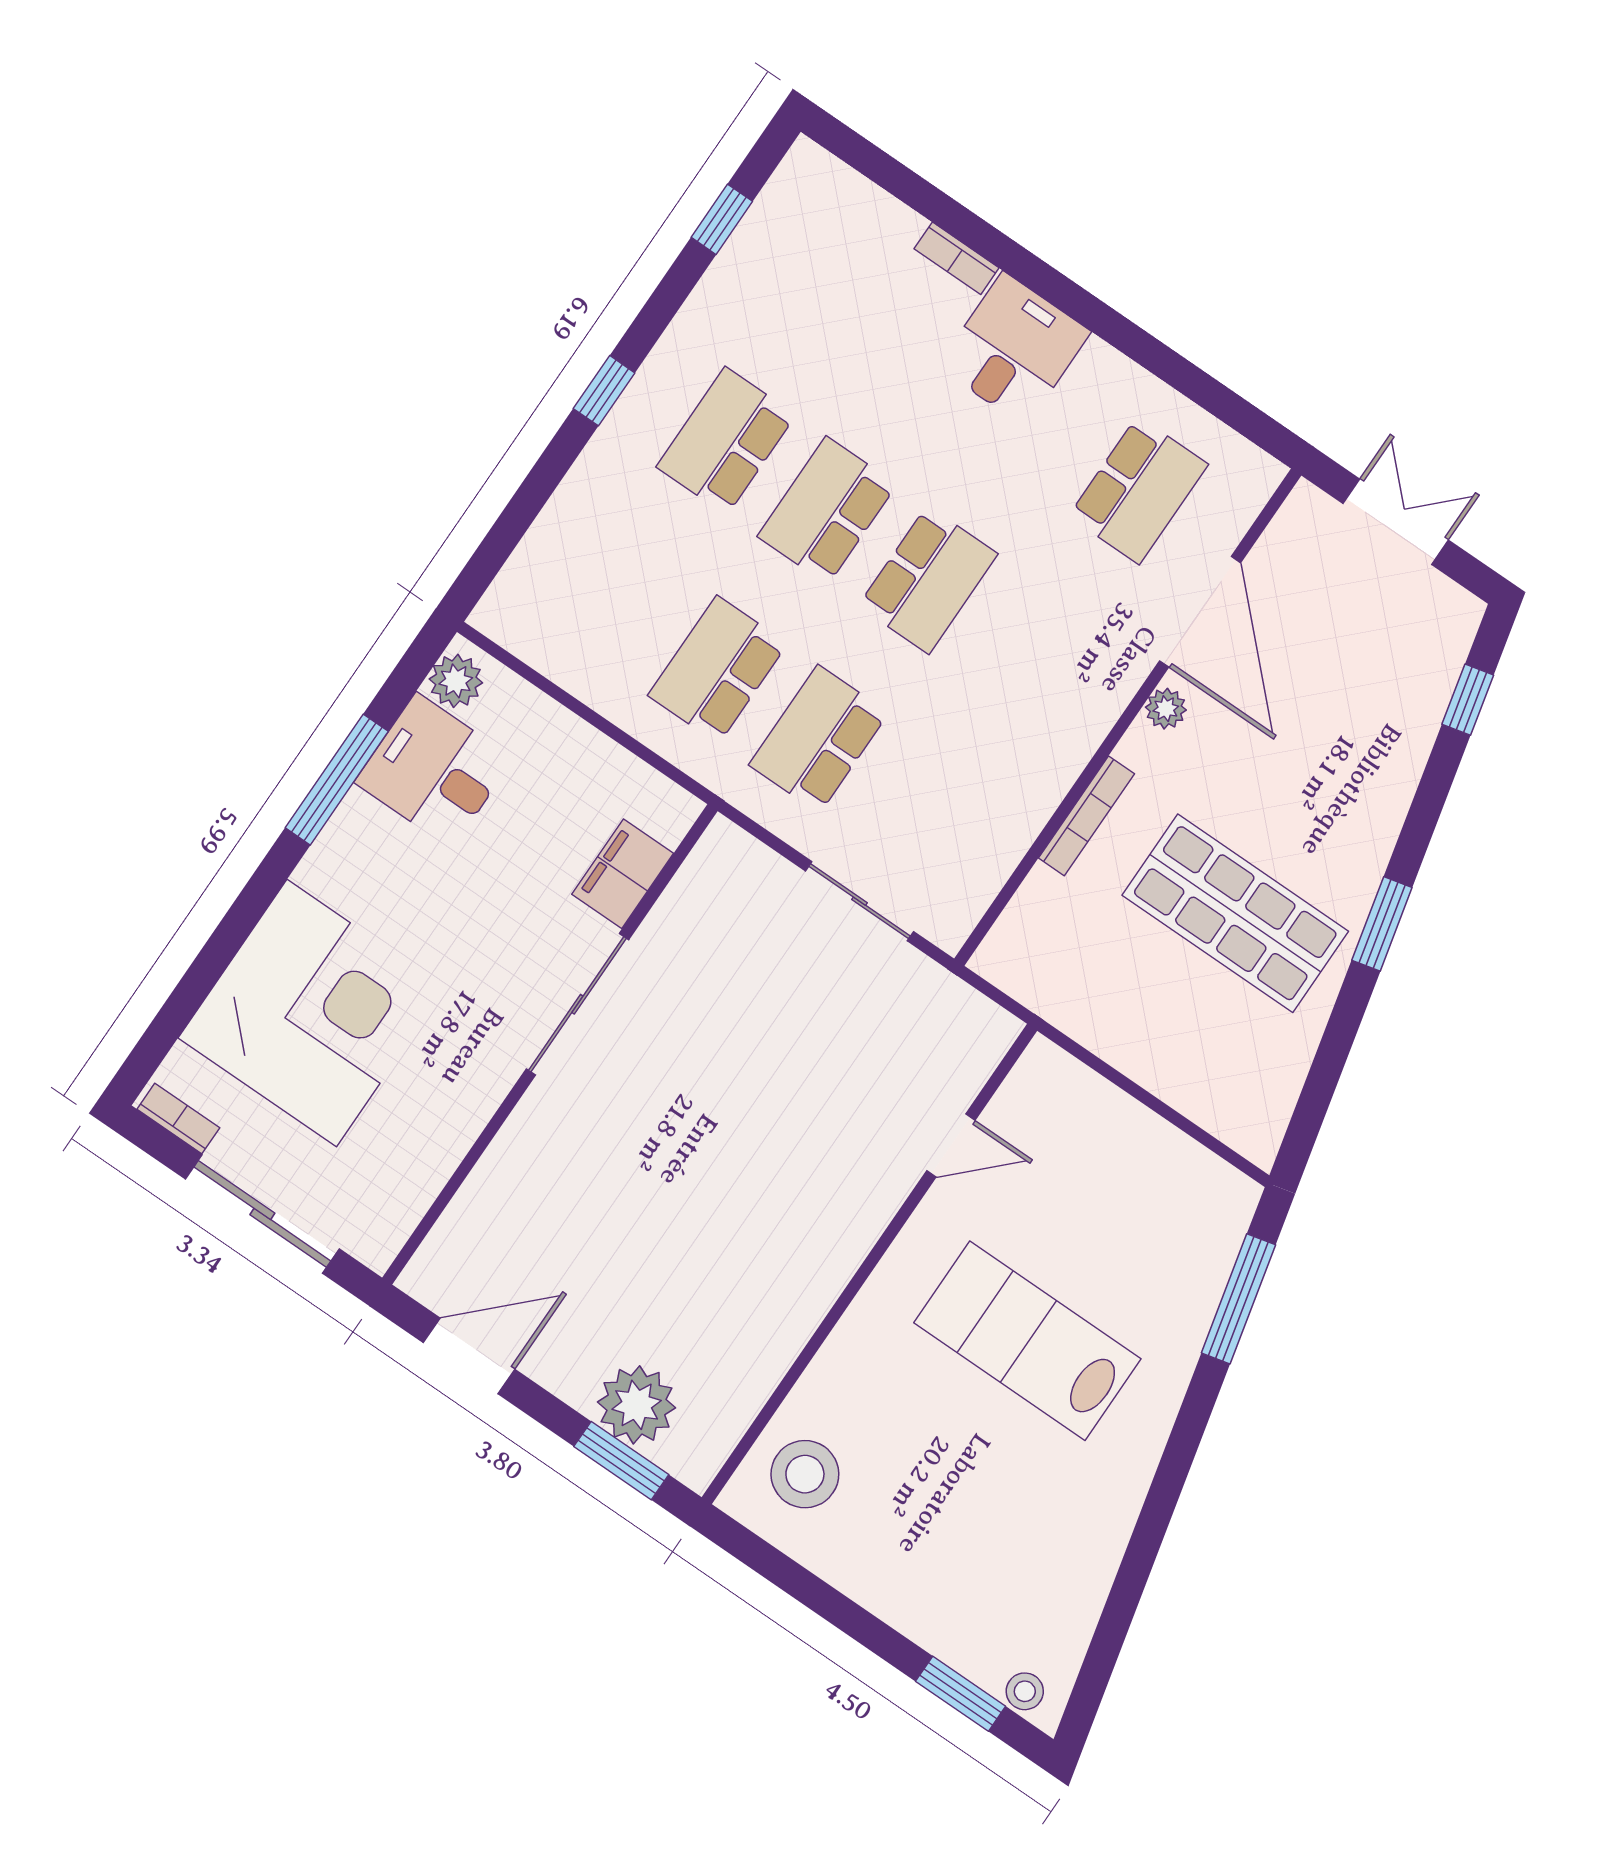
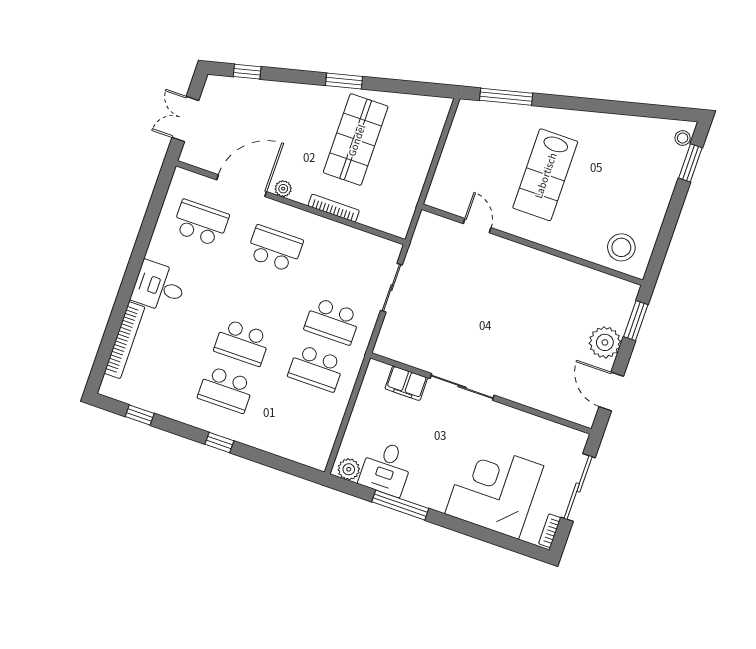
bookcase: (957, 258) -> (124, 340), width x2.31, depth x1.31
school desk: (928, 580) -> (275, 249), moved
plant: (637, 1405) -> (605, 342), moved

